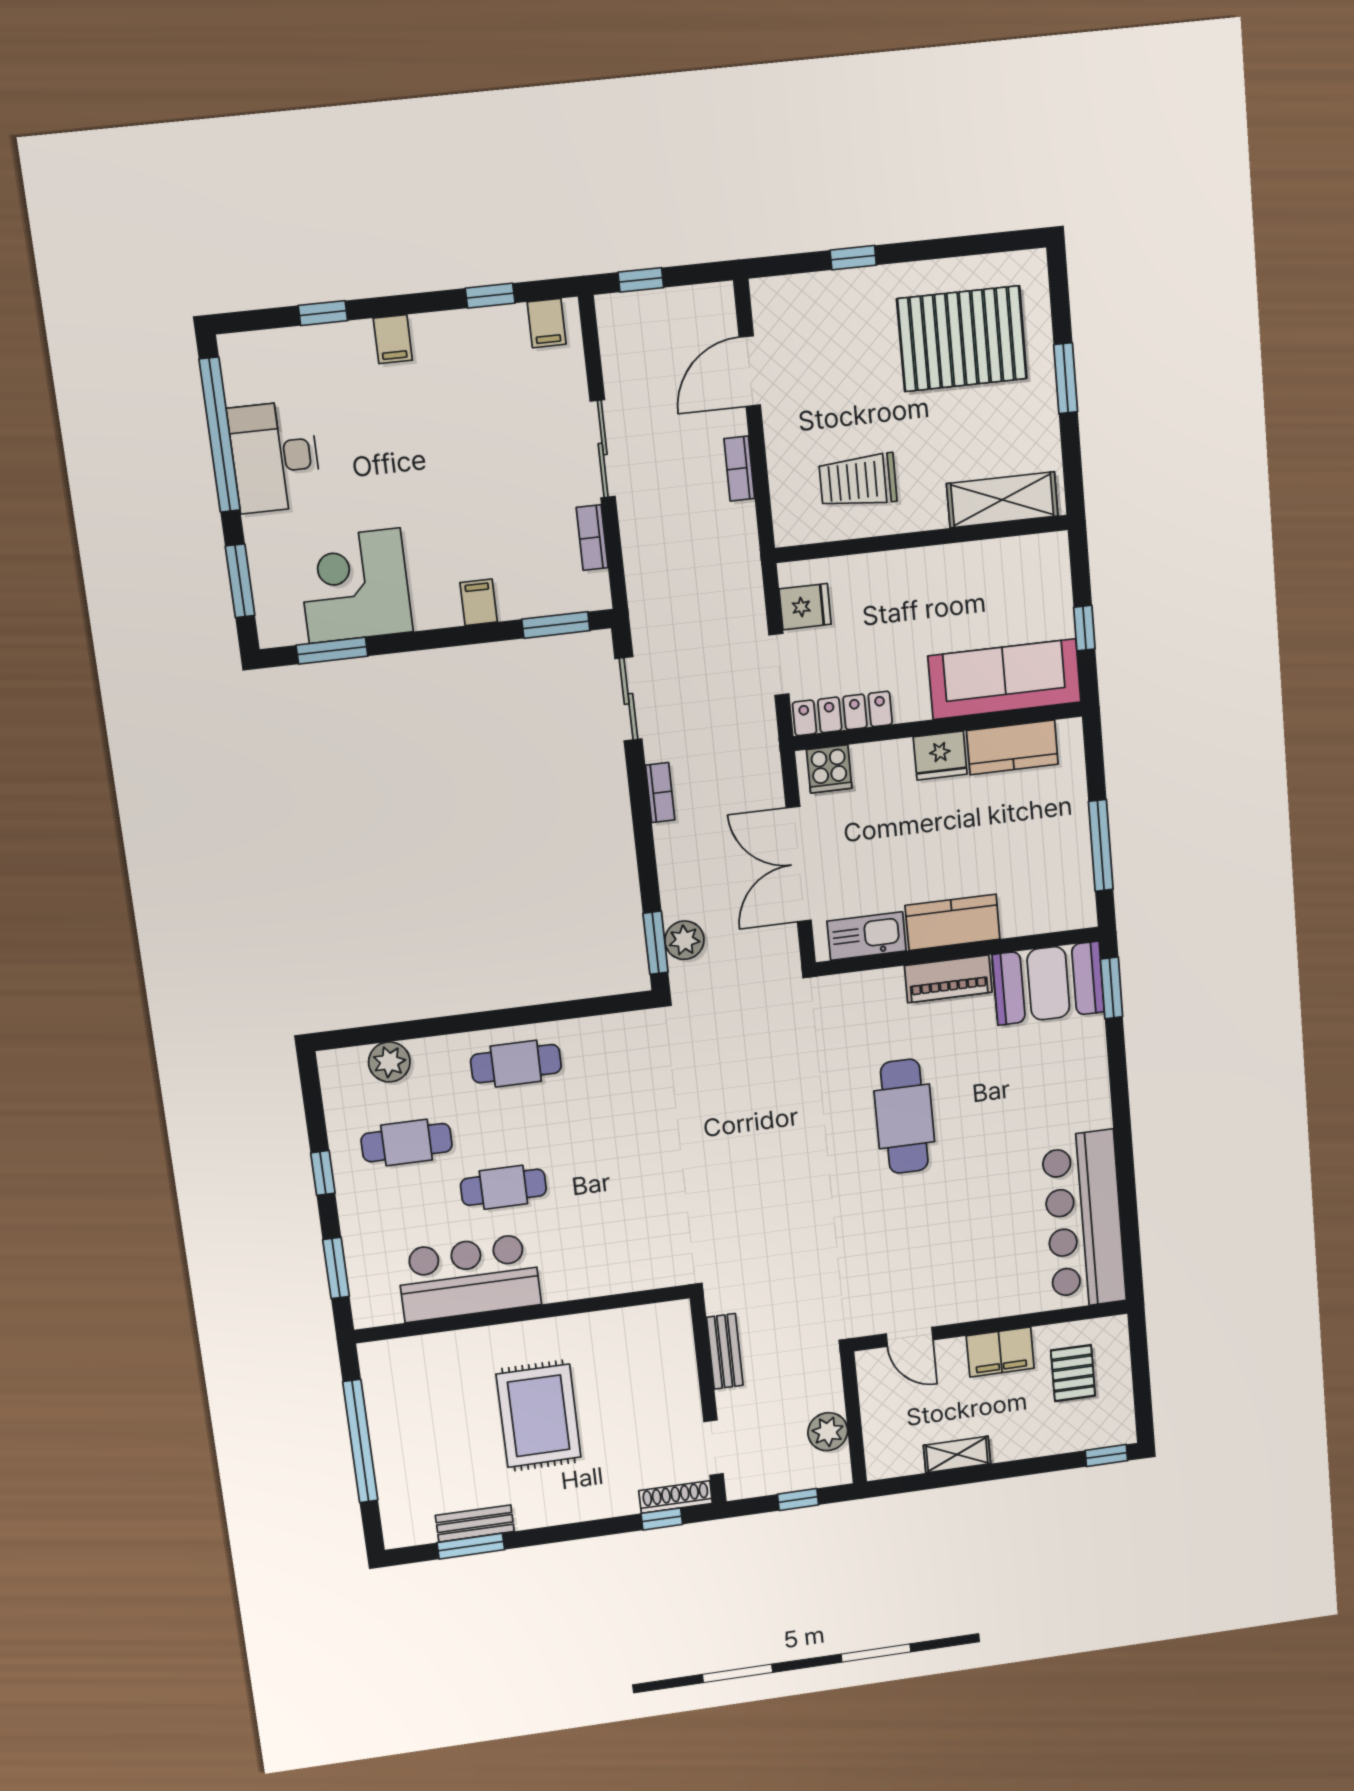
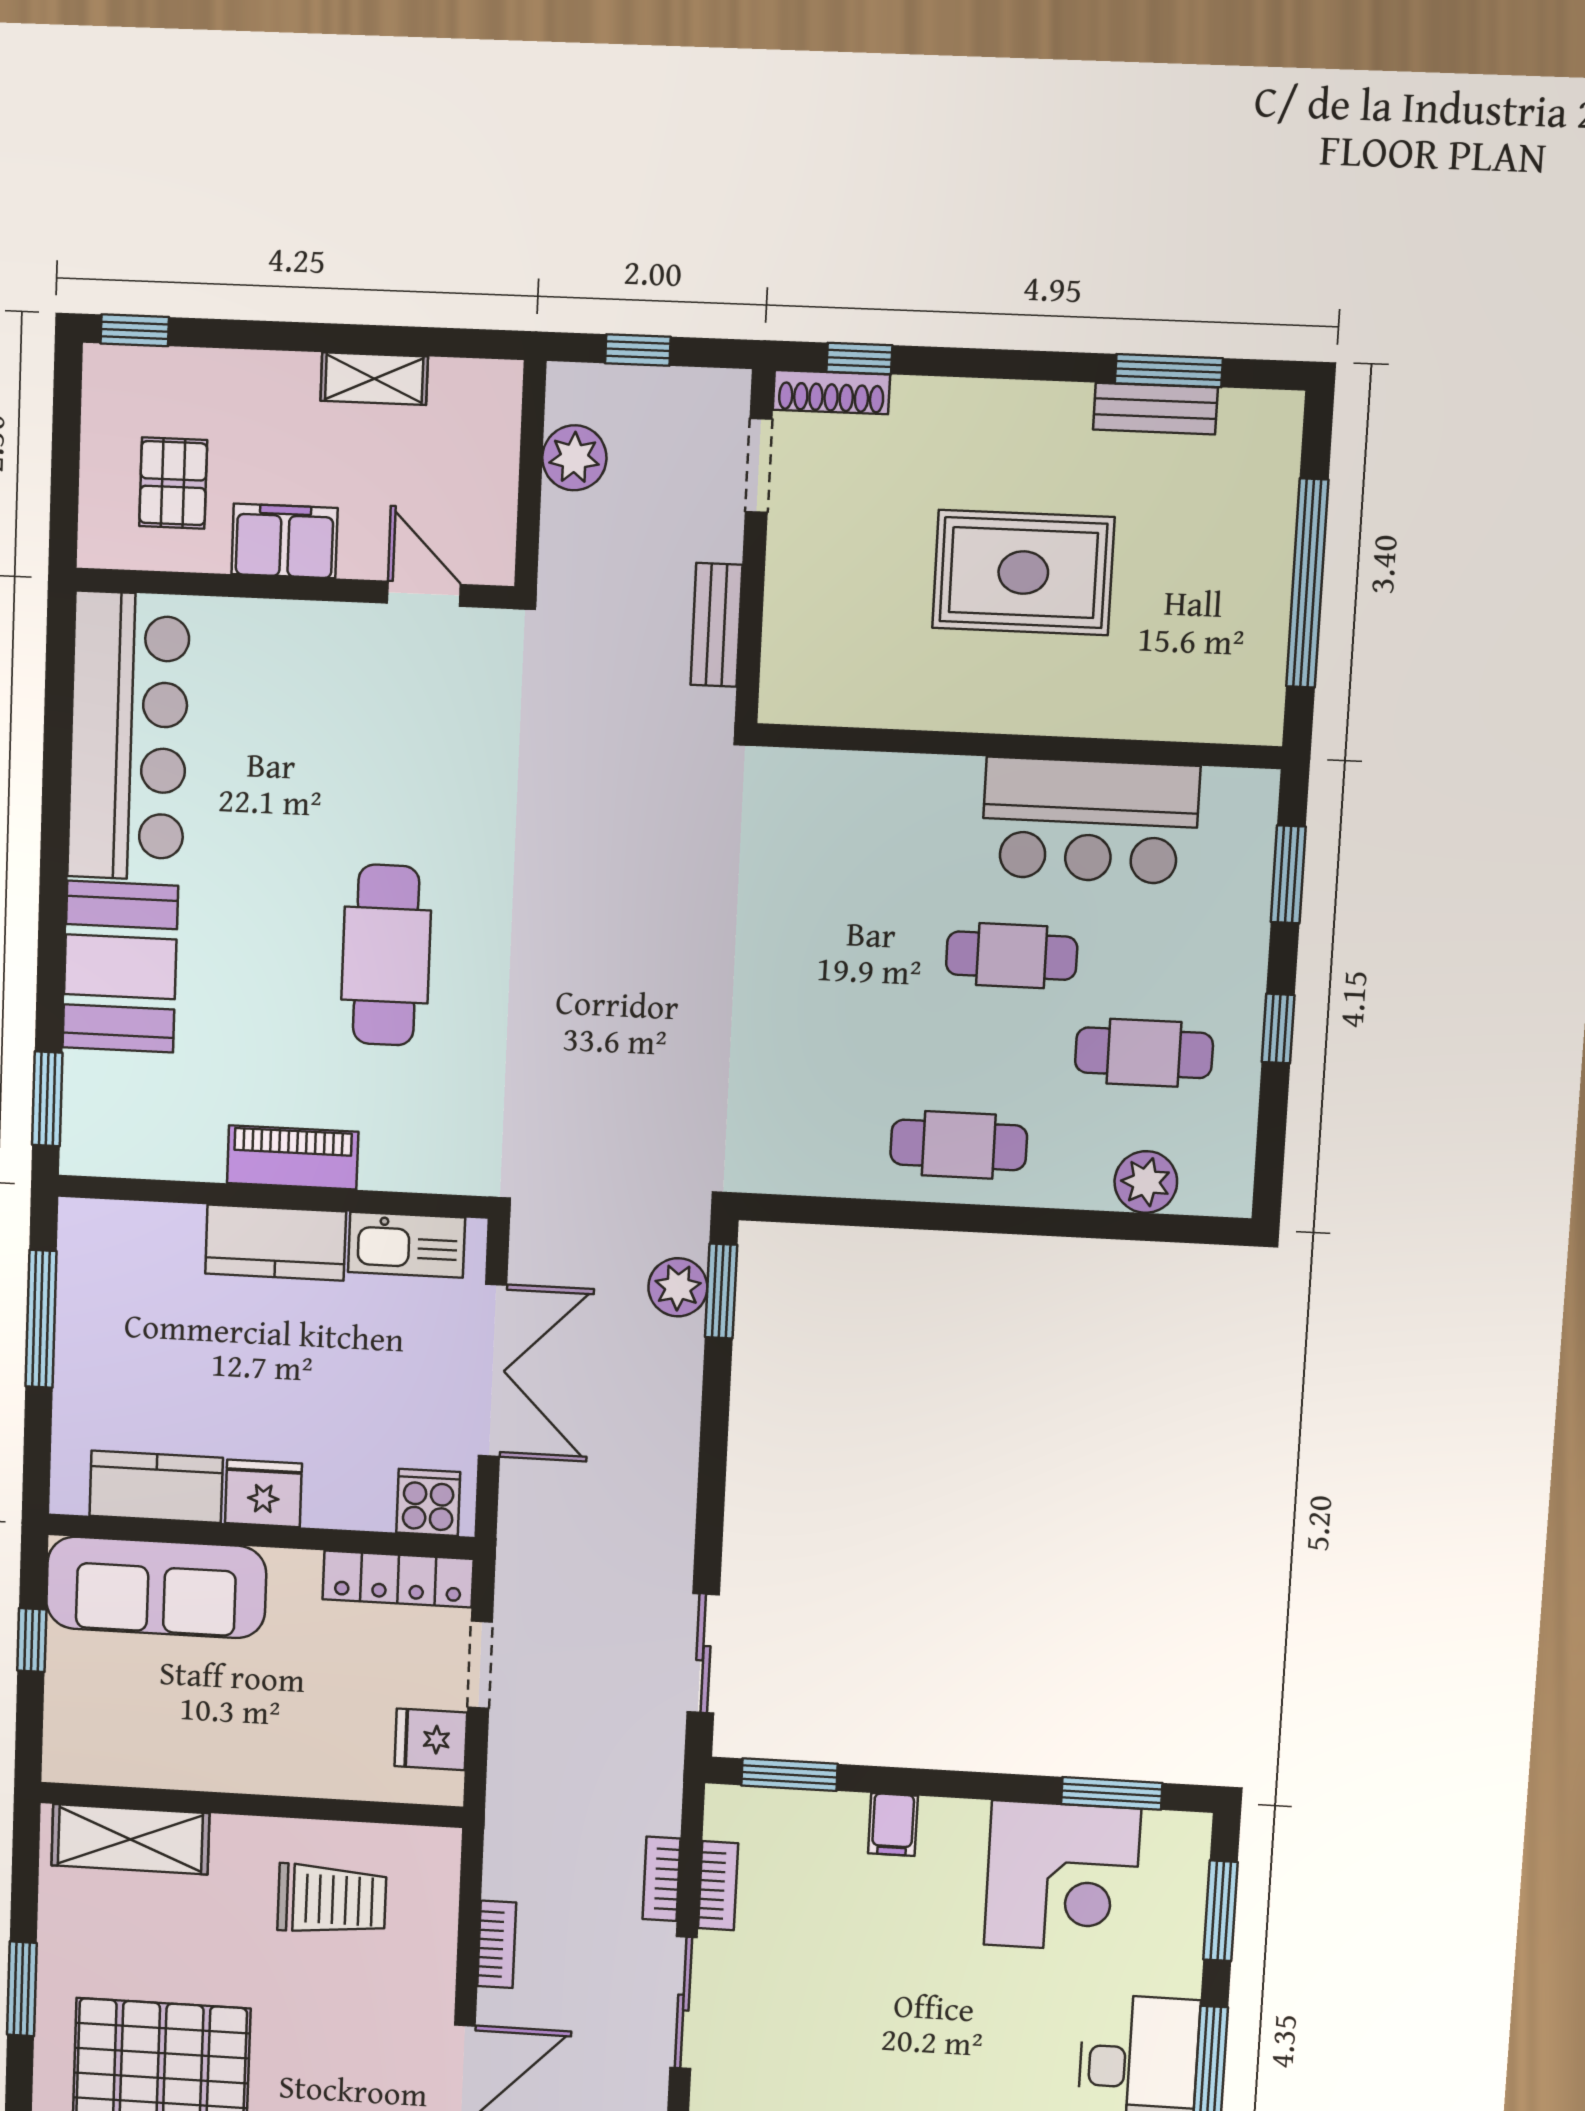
bookcase: (660, 793) -> (662, 1879), moved
booth: (1048, 983) -> (120, 967), moved, turned 90
rug: (539, 1416) -> (1023, 573), turned 90

